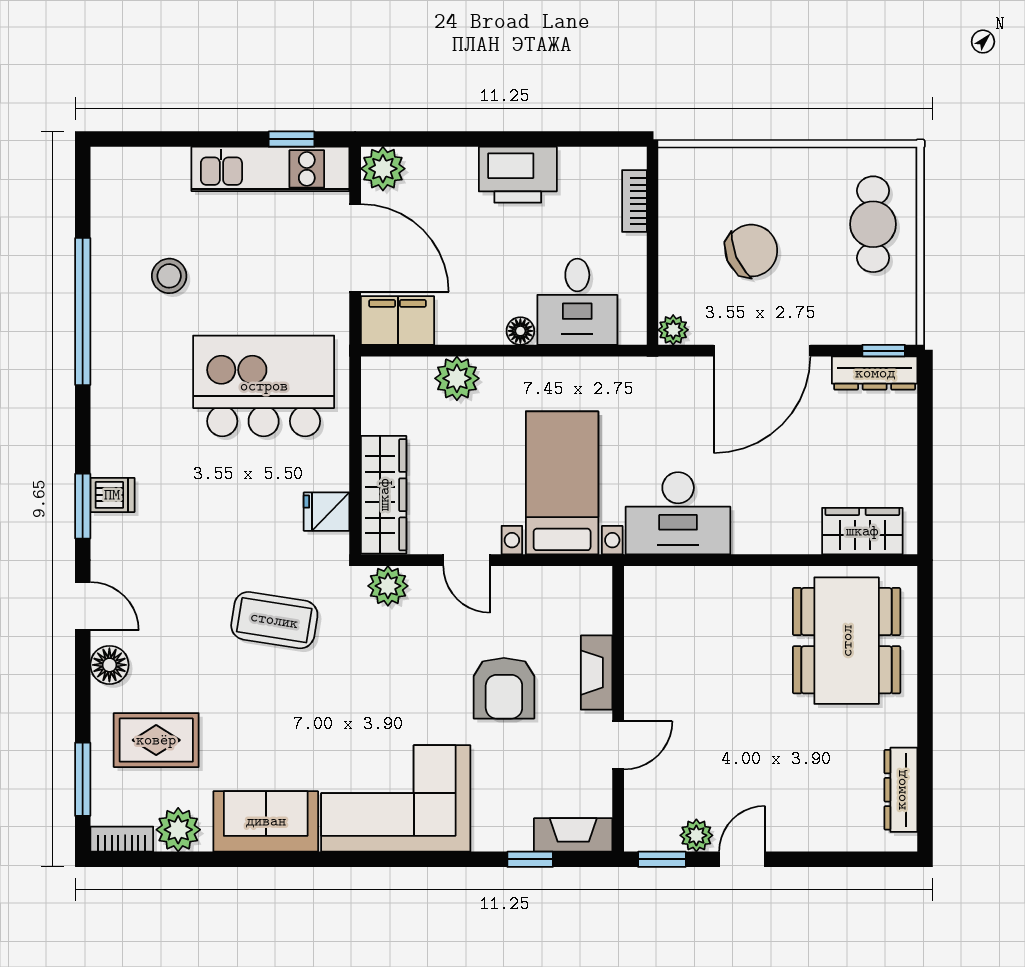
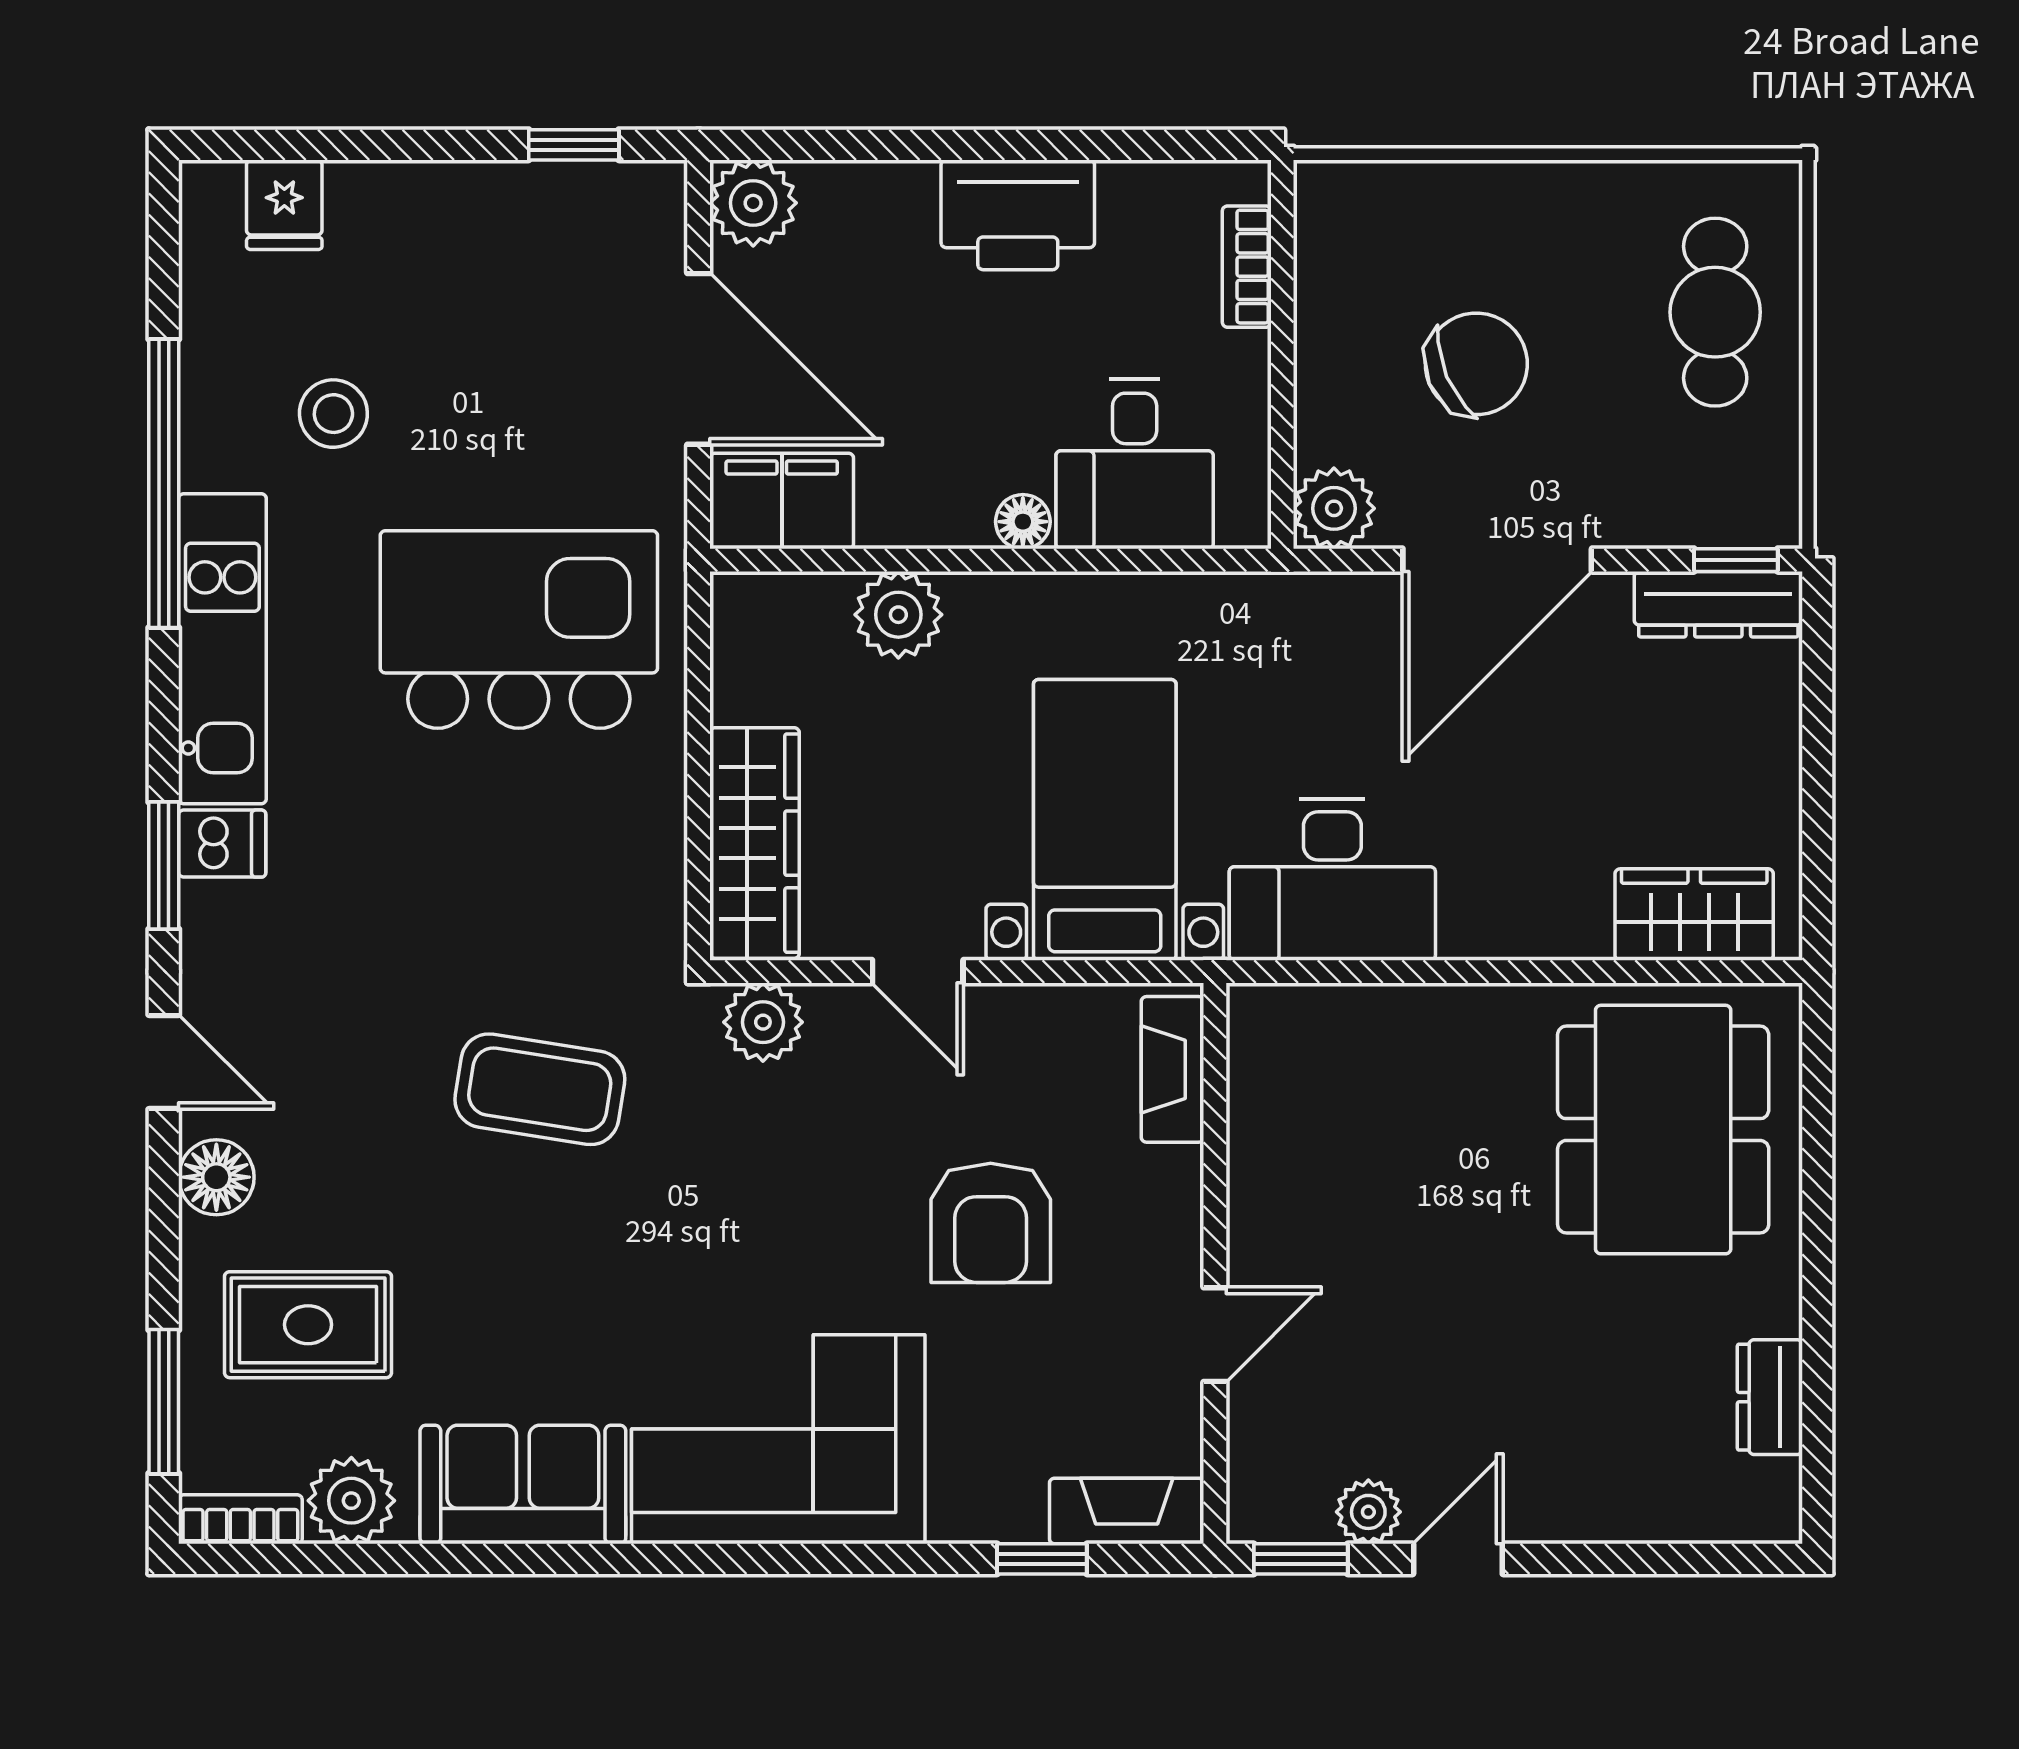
kitchen unit: (270, 169) -> (222, 649), moved, turned -90
plant: (673, 330) -> (1334, 508), width x1.38, depth x1.38
fridge: (327, 512) -> (284, 205), moved, turned -90
fireplace: (597, 673) -> (1173, 1069), moved
dresser: (901, 790) -> (1770, 1397), width x0.70

